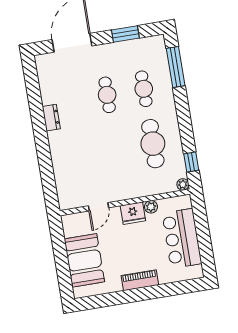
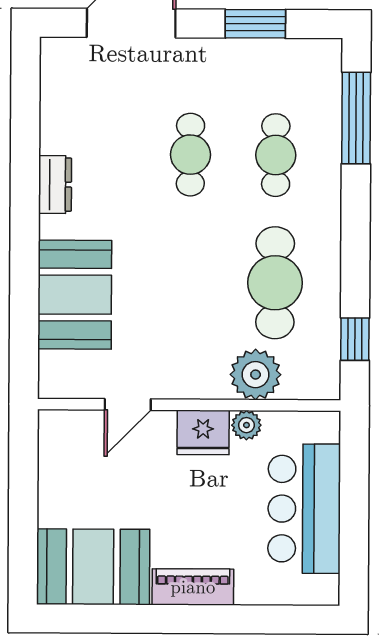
booth: (68, 163) -> (75, 295), added
plant: (183, 184) -> (256, 375), moved, width x1.88, depth x1.88
booth: (84, 260) -> (93, 567), moved, turned 90

